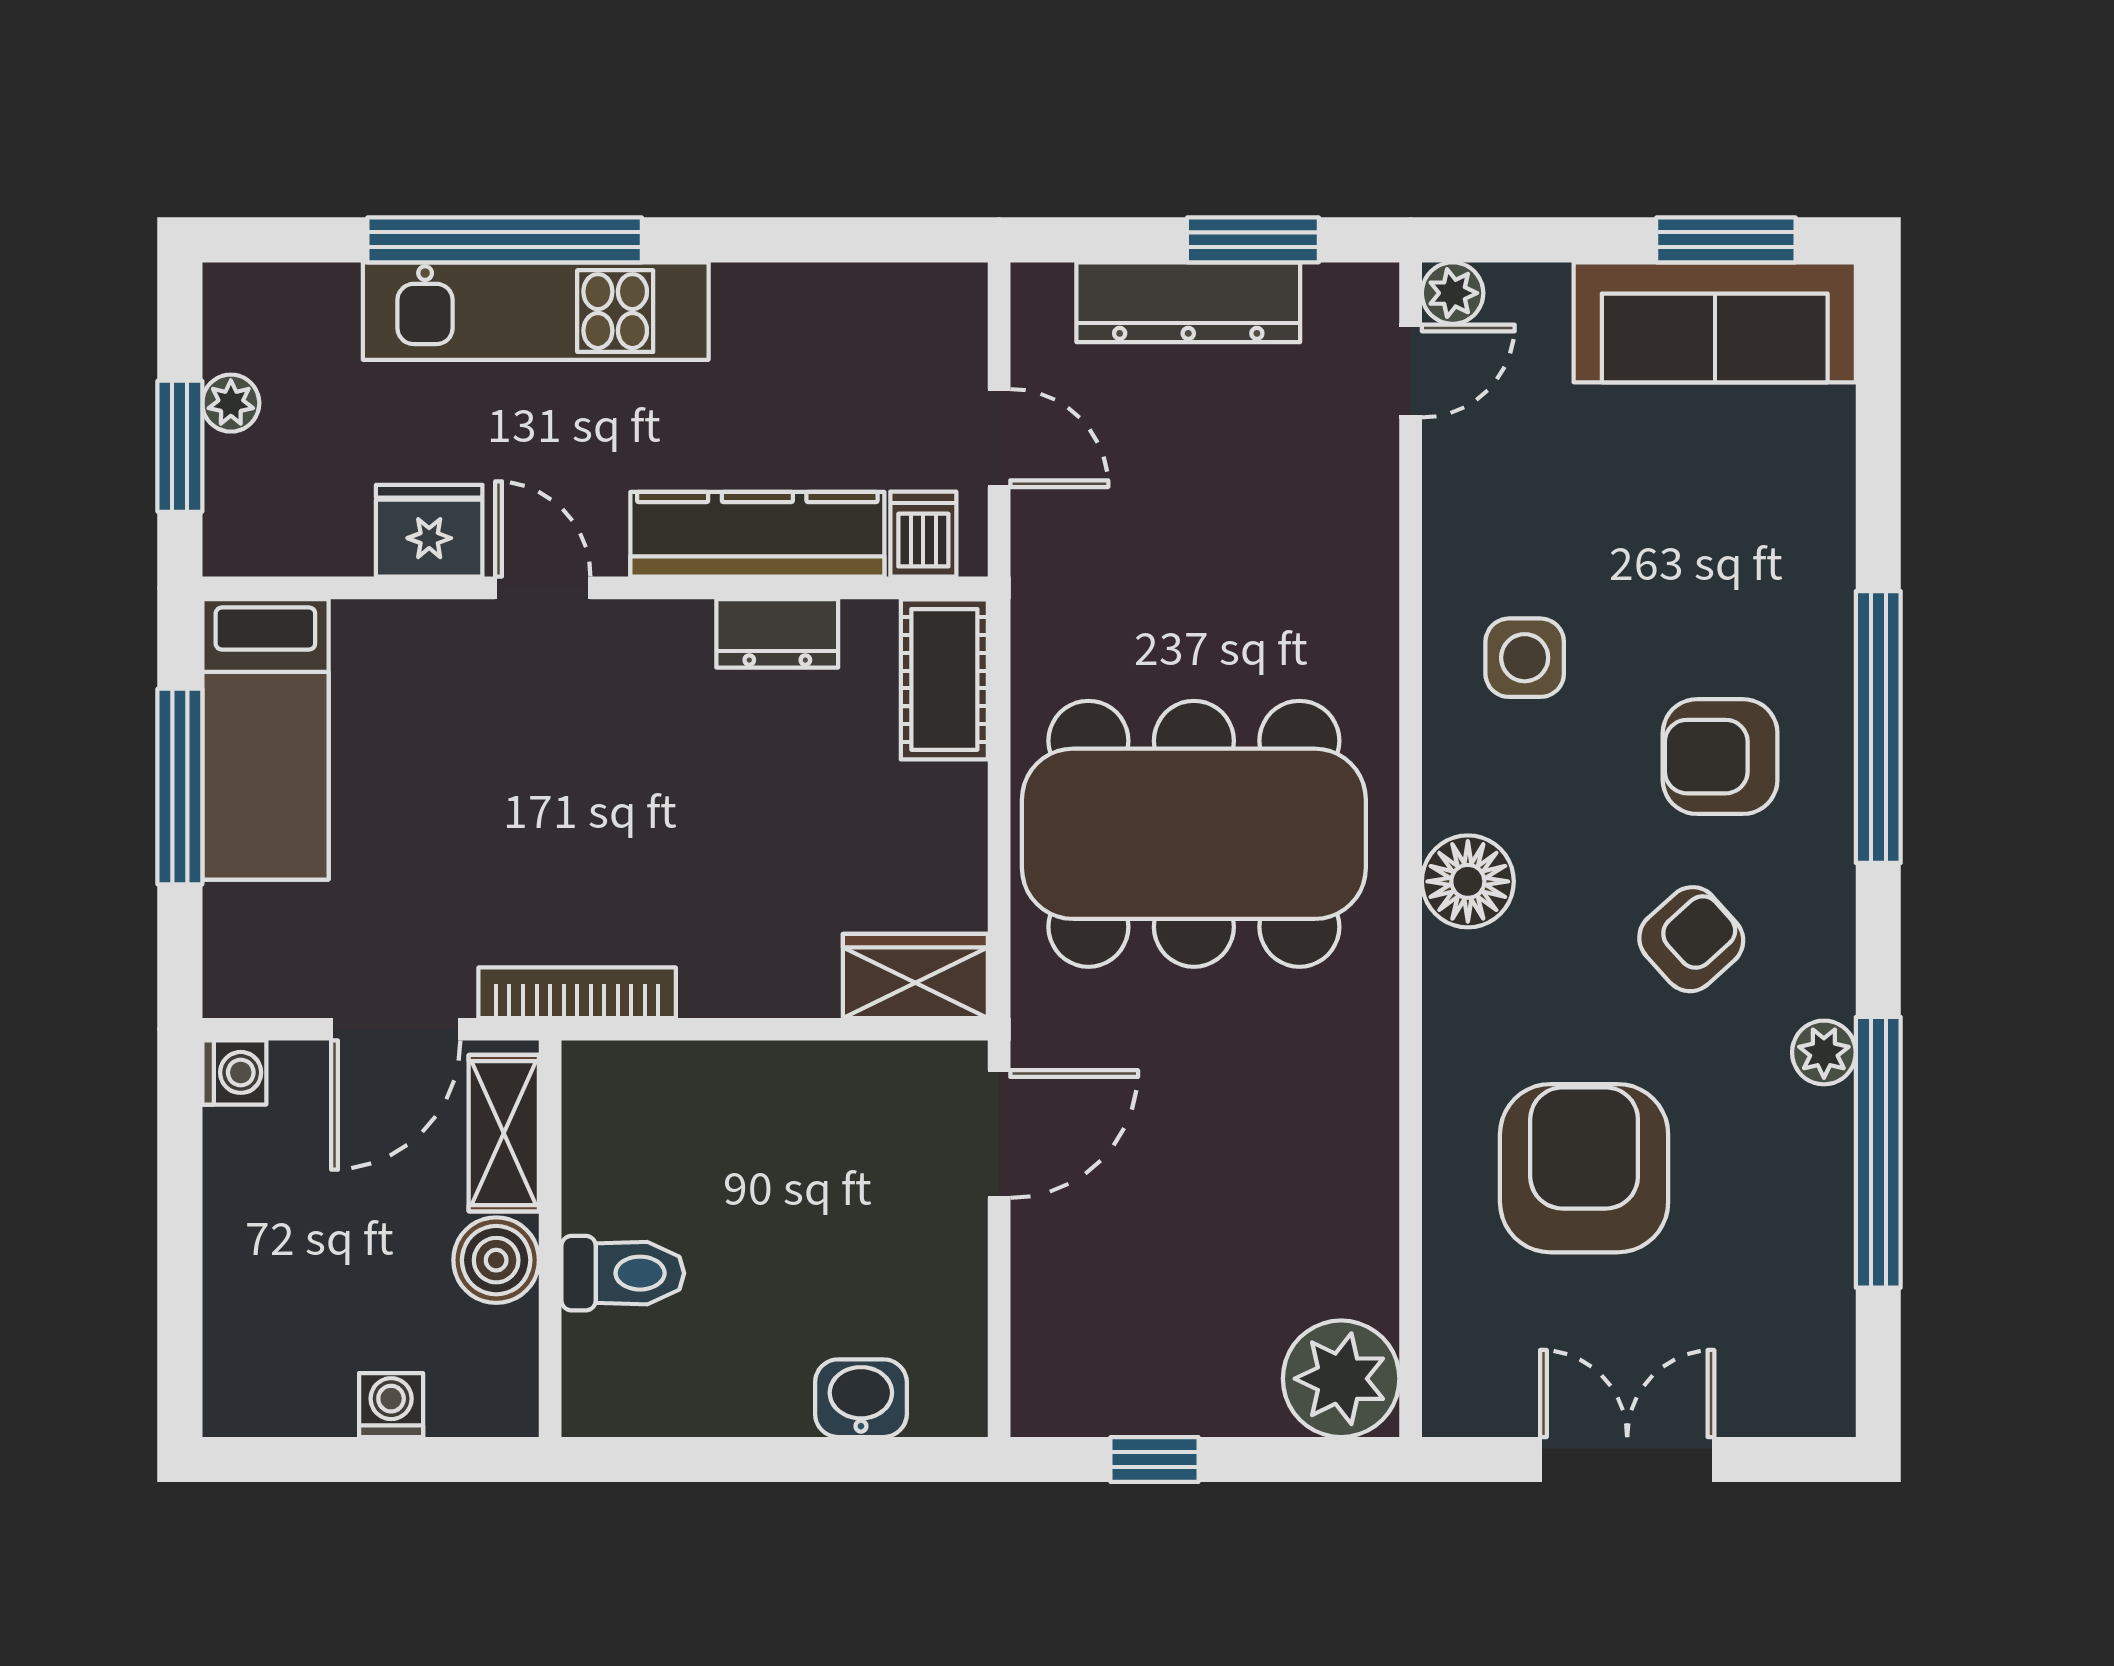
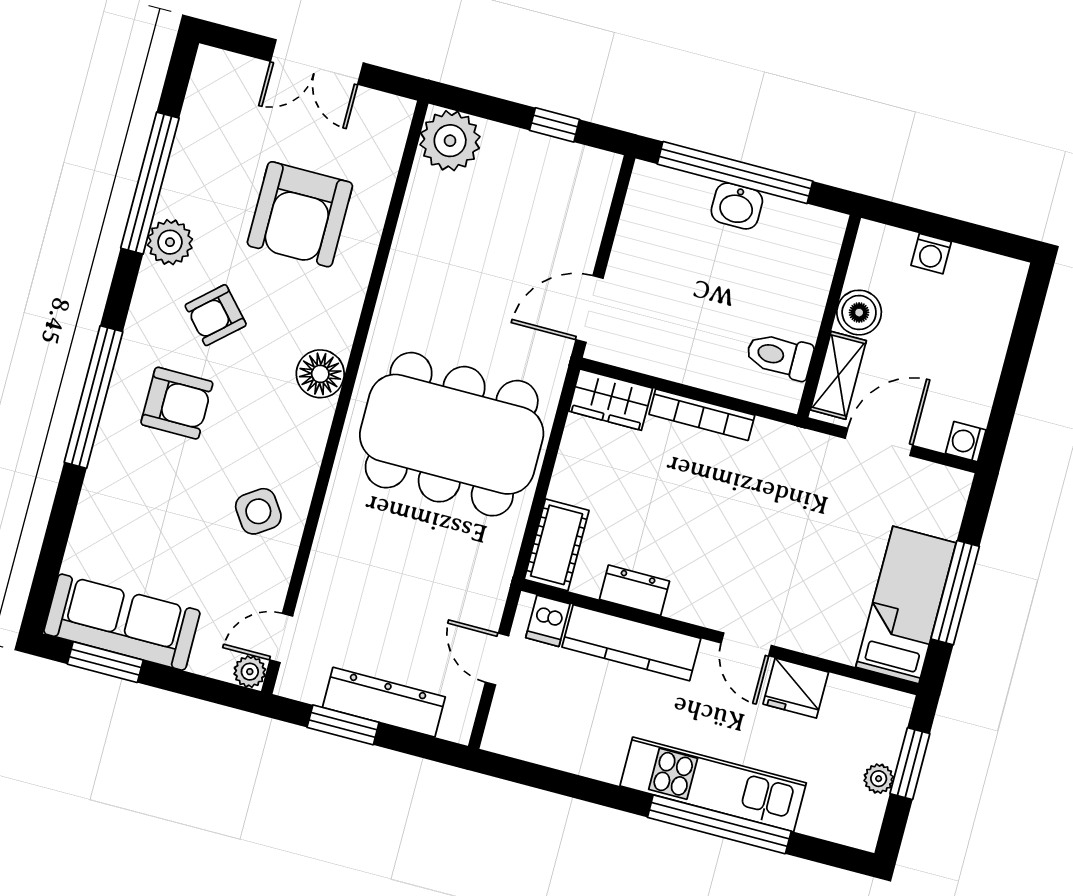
side table: (1525, 658) -> (258, 511), moved, turned -34
bookcase: (577, 993) -> (702, 415), moved
plant: (1824, 1052) -> (170, 242), width x1.38, depth x1.38
toilet: (623, 1273) -> (779, 356), moved
washbasin: (861, 1398) -> (737, 206), moved
window: (796, 1459) -> (735, 173), added

